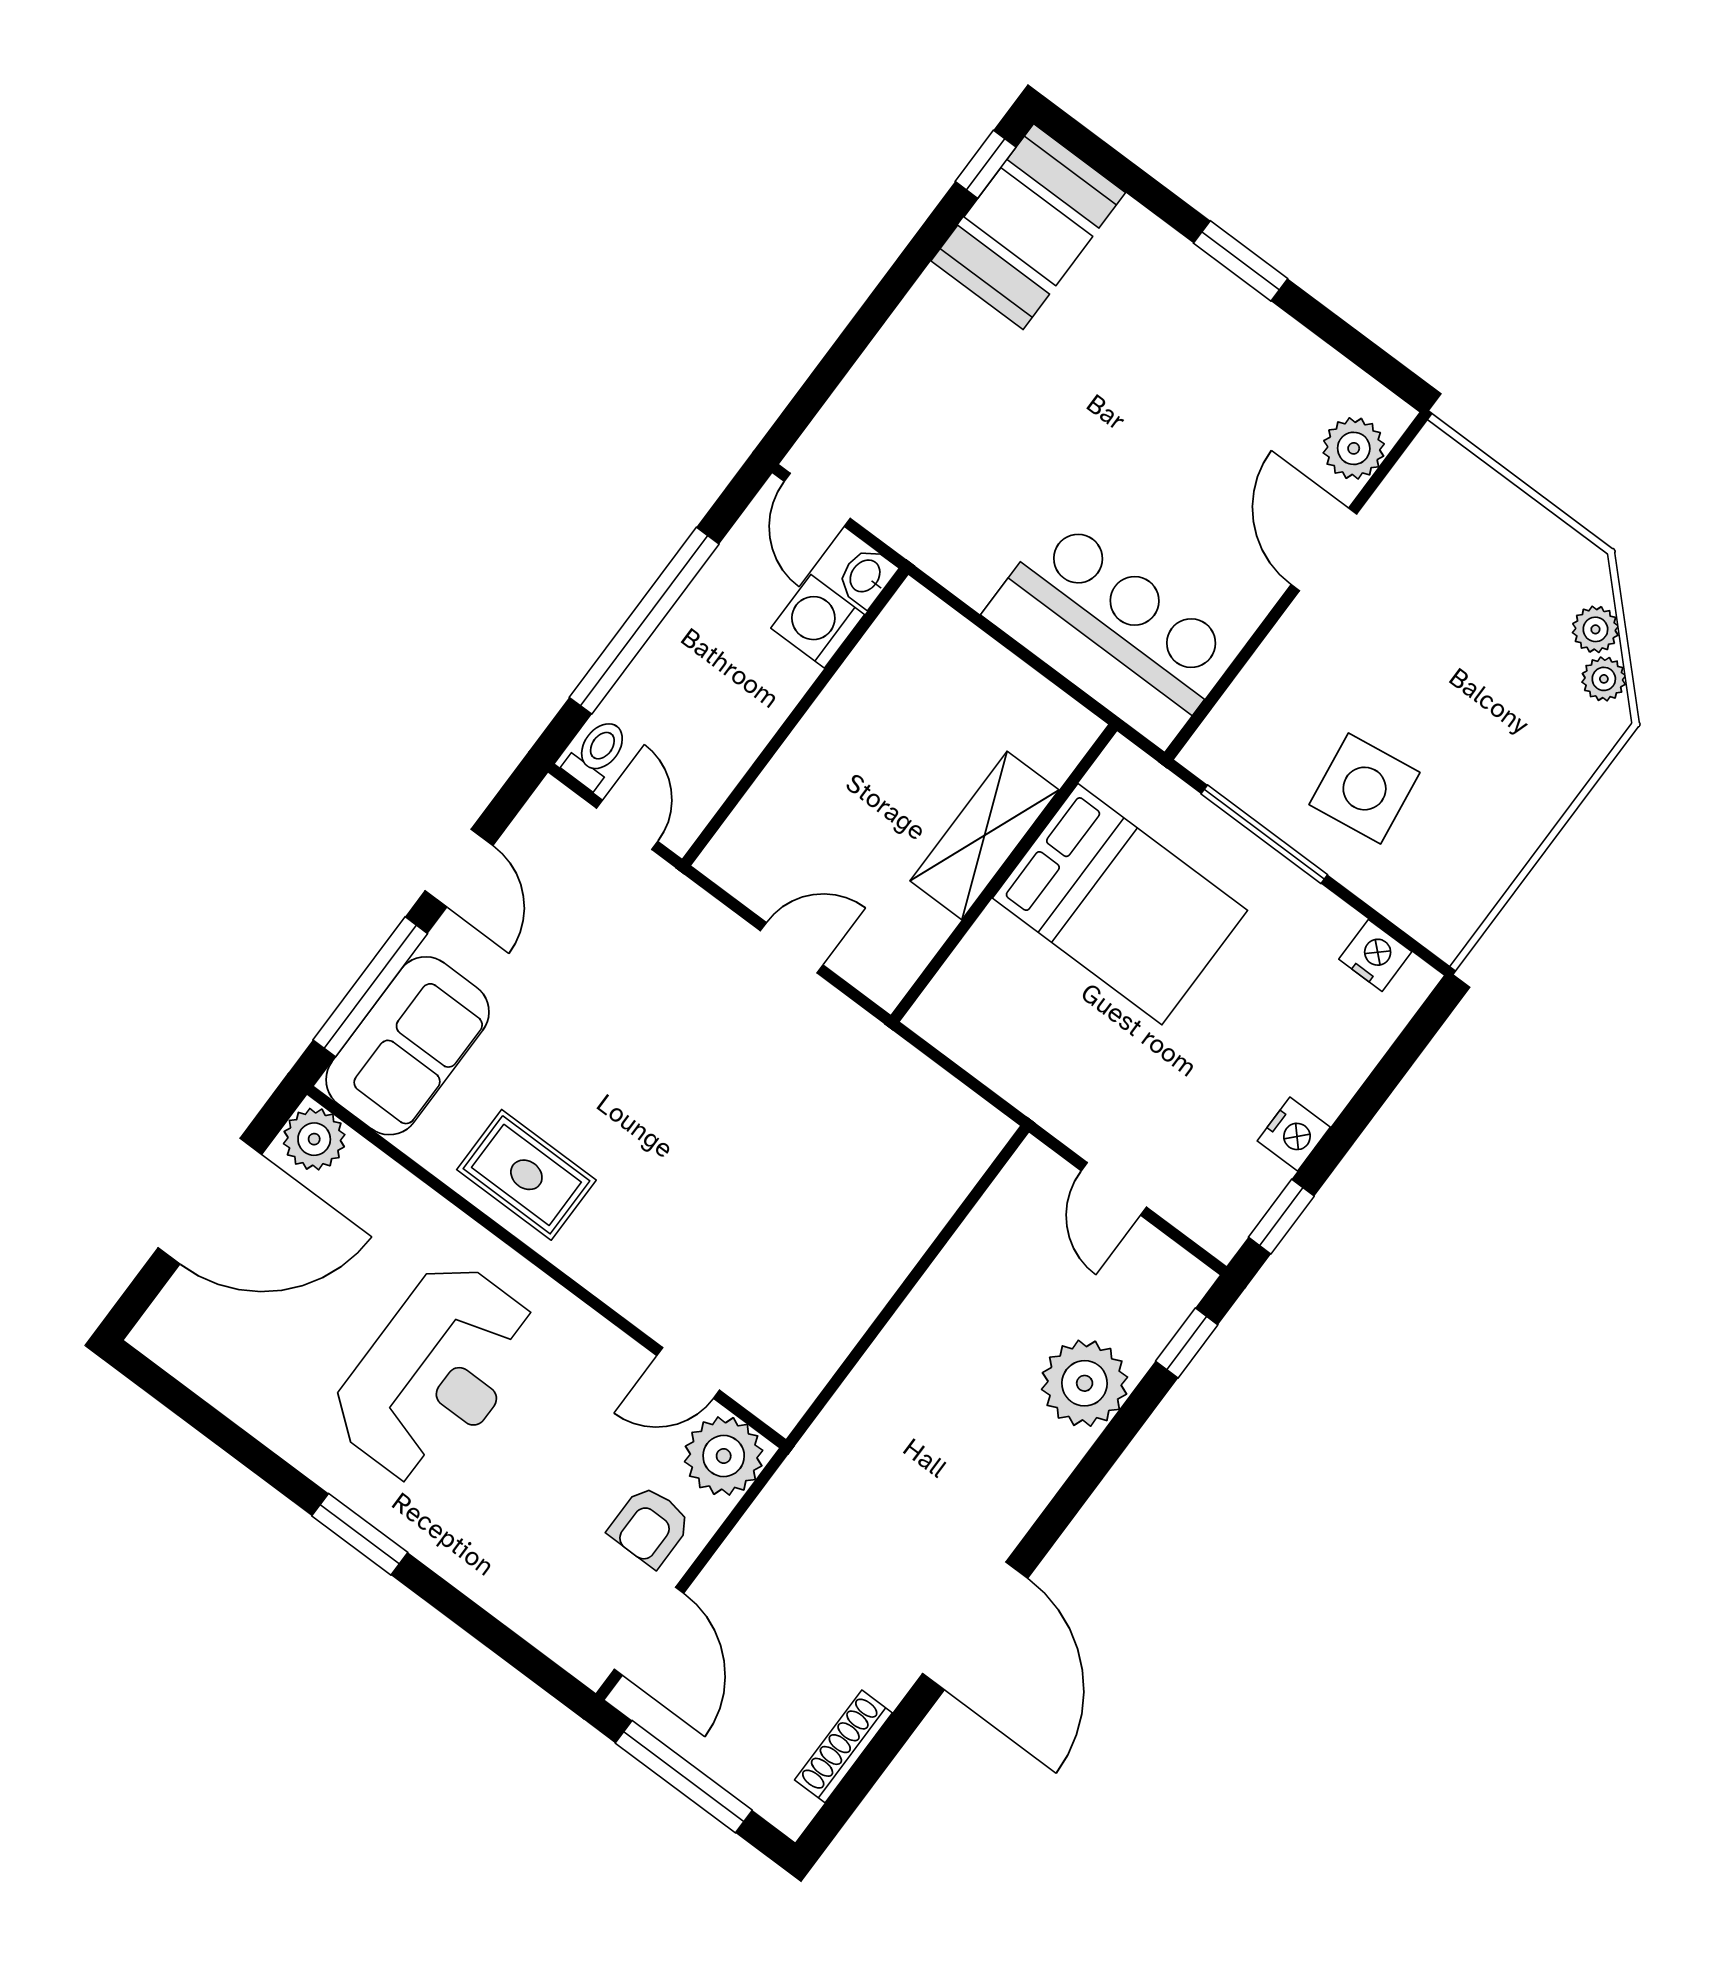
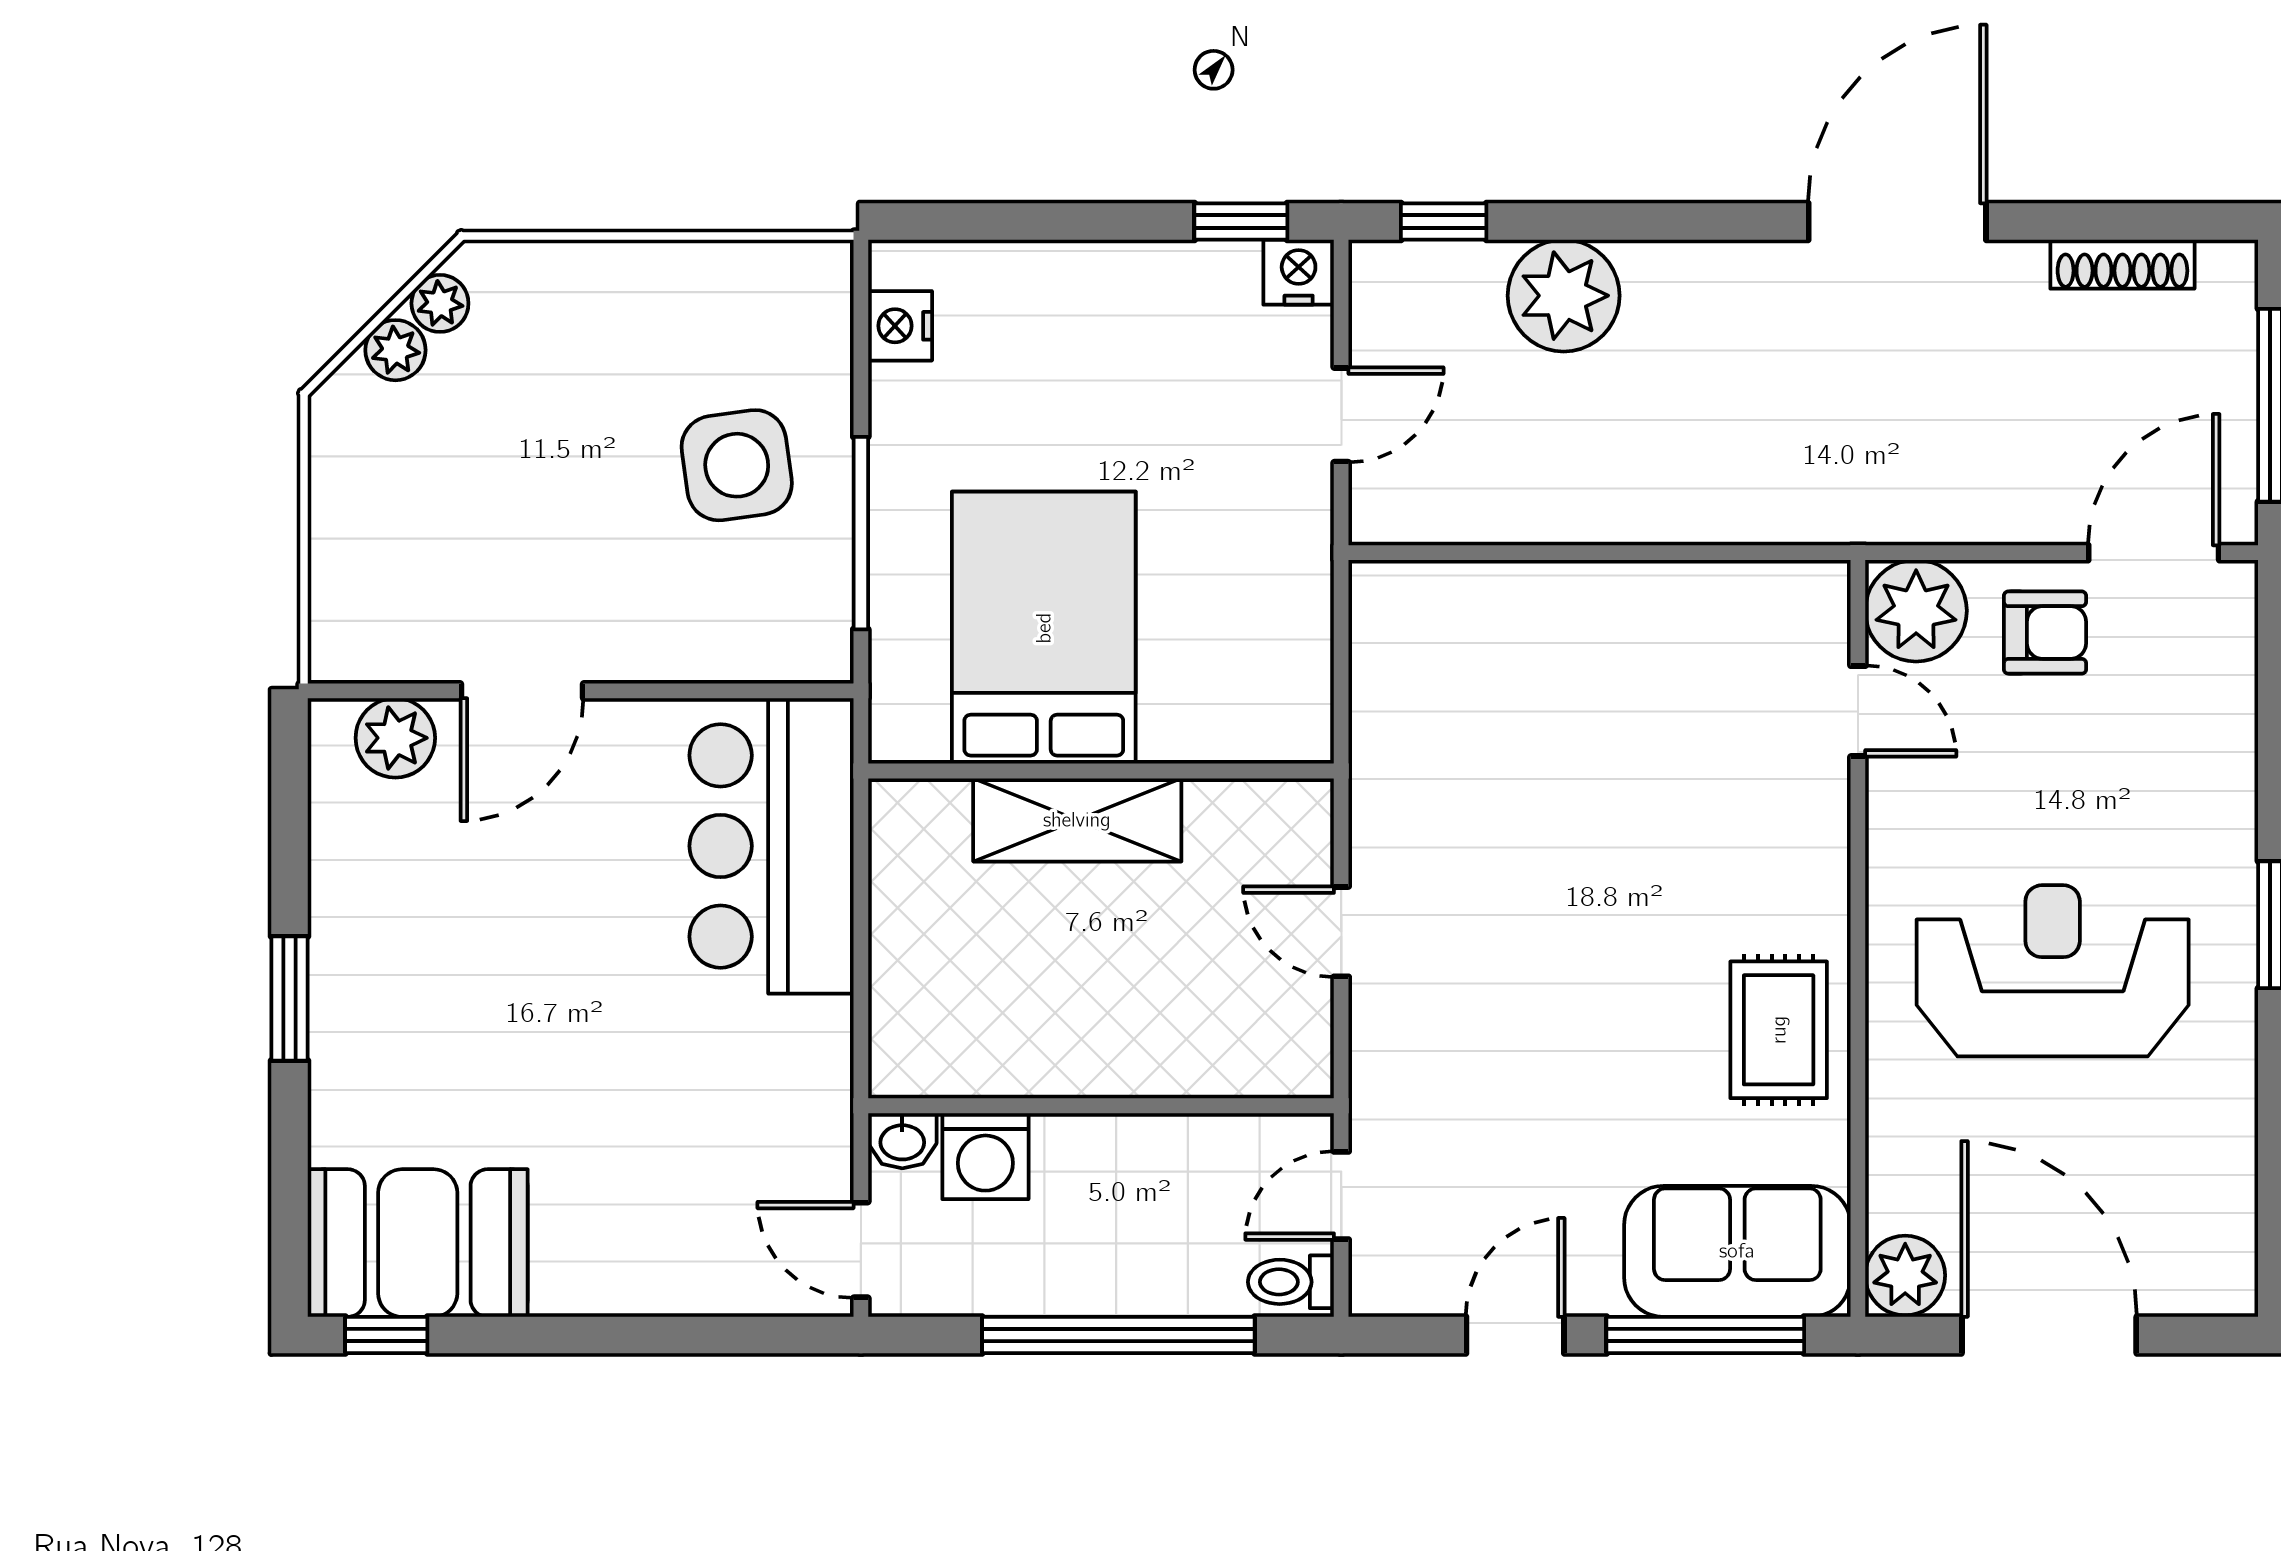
door: (817, 500) -> (861, 1250), swing flipped
nightstand: (1294, 1134) -> (1299, 272), moved

